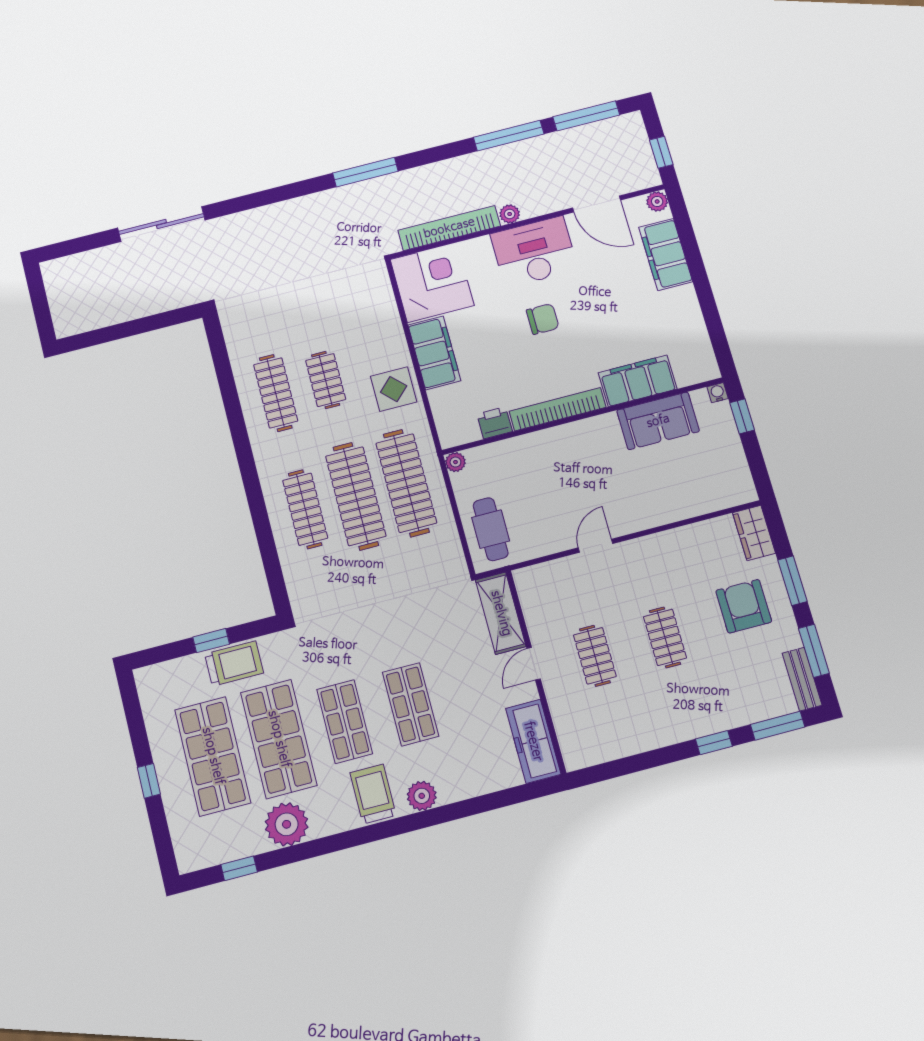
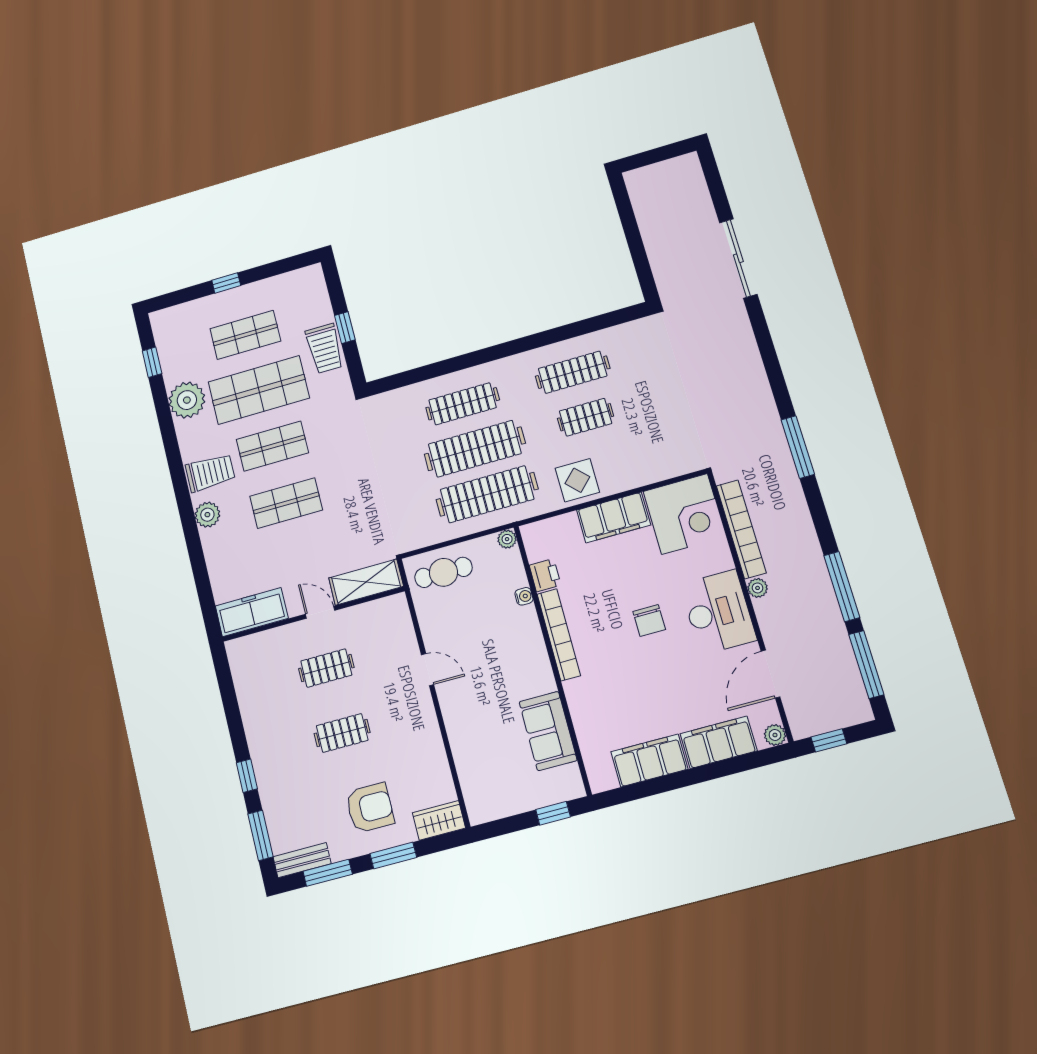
filing cabinet: (638, 381) -> (649, 760), moved, turned -90
water cooler: (718, 393) -> (524, 596), moved
shop shelf: (213, 756) -> (245, 335), width x0.70, depth x0.74

